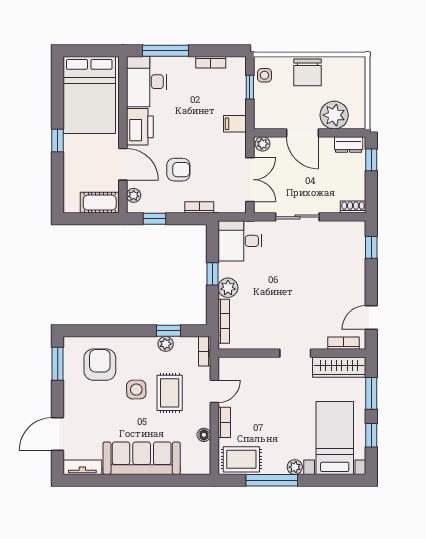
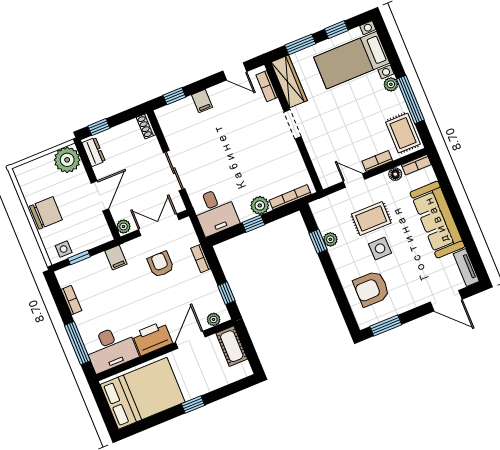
plant: (334, 115) -> (67, 160), moved
armchair: (178, 170) -> (161, 264), moved
filing cabinet: (355, 273) -> (202, 101), added
bookcase: (205, 351) -> (416, 165), moved

